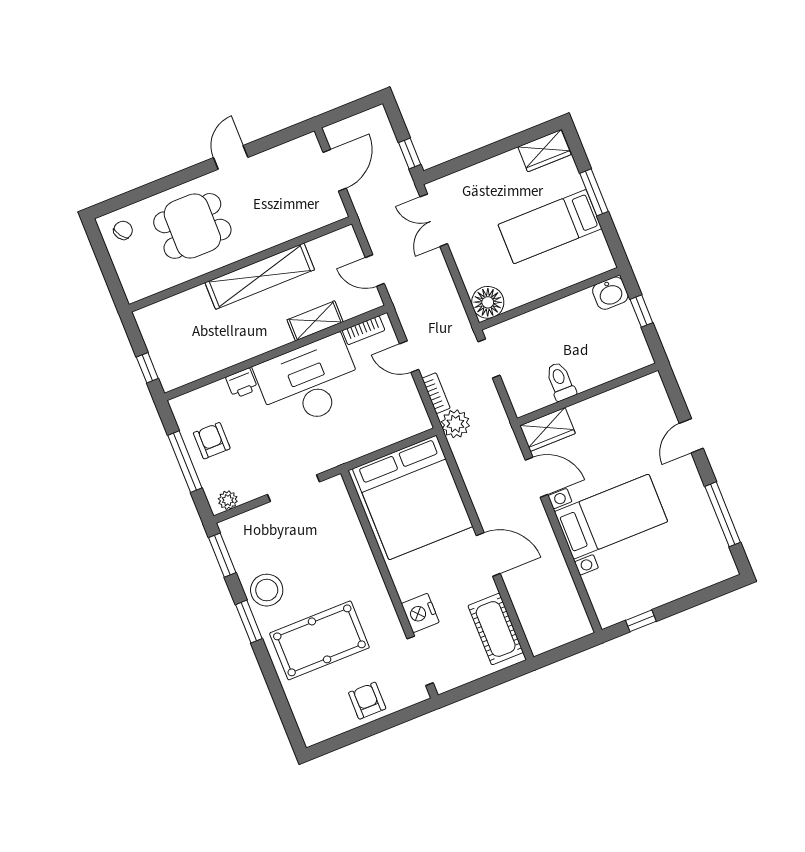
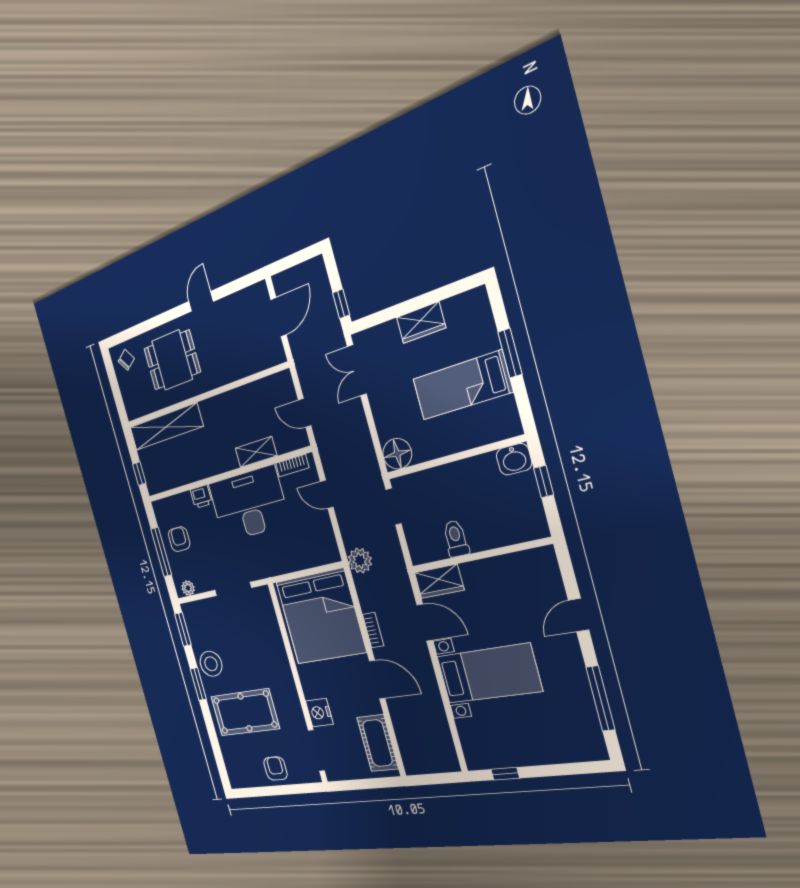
wardrobe: (544, 151) -> (421, 323), moved
shelving: (260, 276) -> (166, 427), moved
bookcase: (436, 393) -> (373, 630), moved

